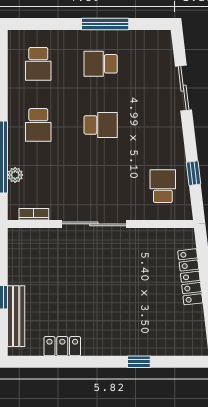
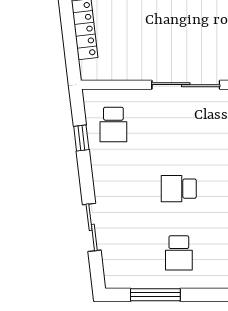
window: (105, 24) -> (155, 295), moved
school desk: (101, 64) -> (179, 253), turned 90

